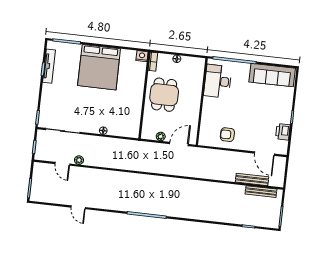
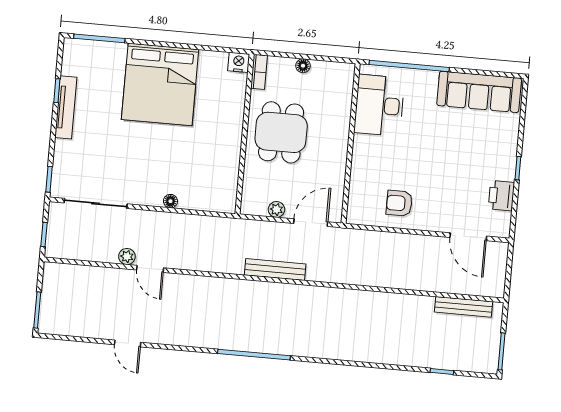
tv unit: (49, 66) -> (66, 107), moved
door: (62, 164) -> (150, 269), moved
bench: (252, 179) -> (275, 270), moved

